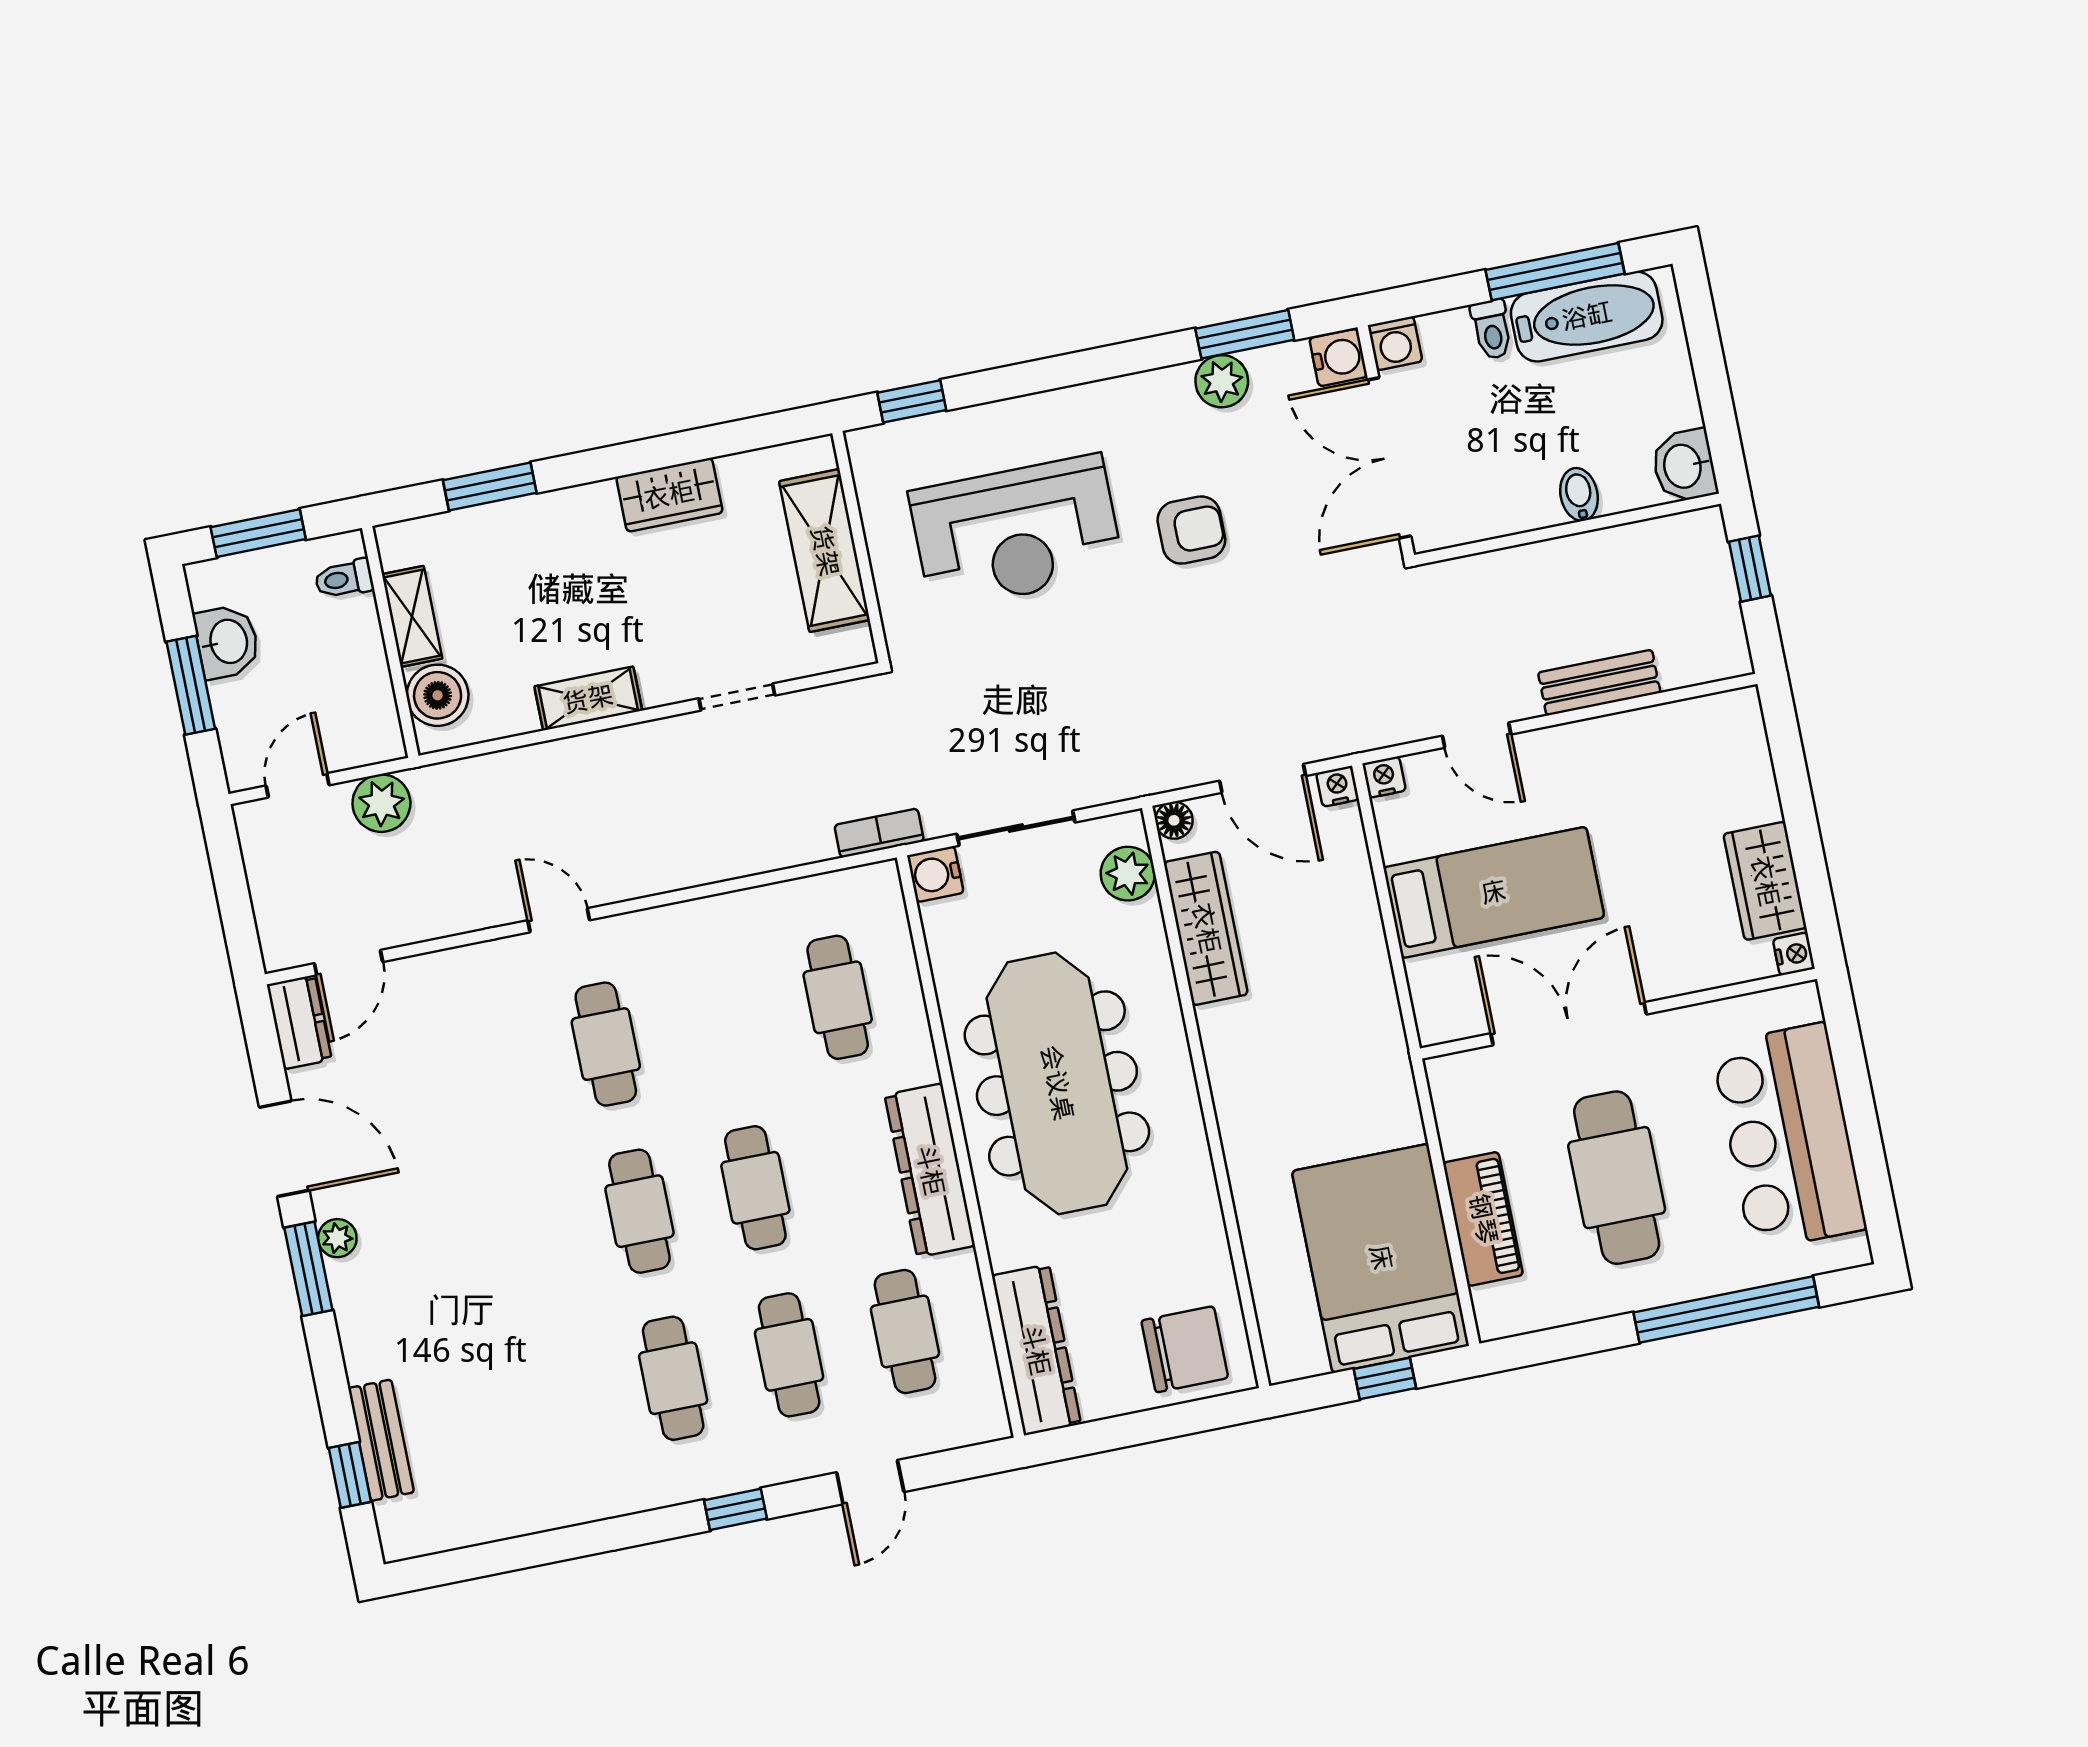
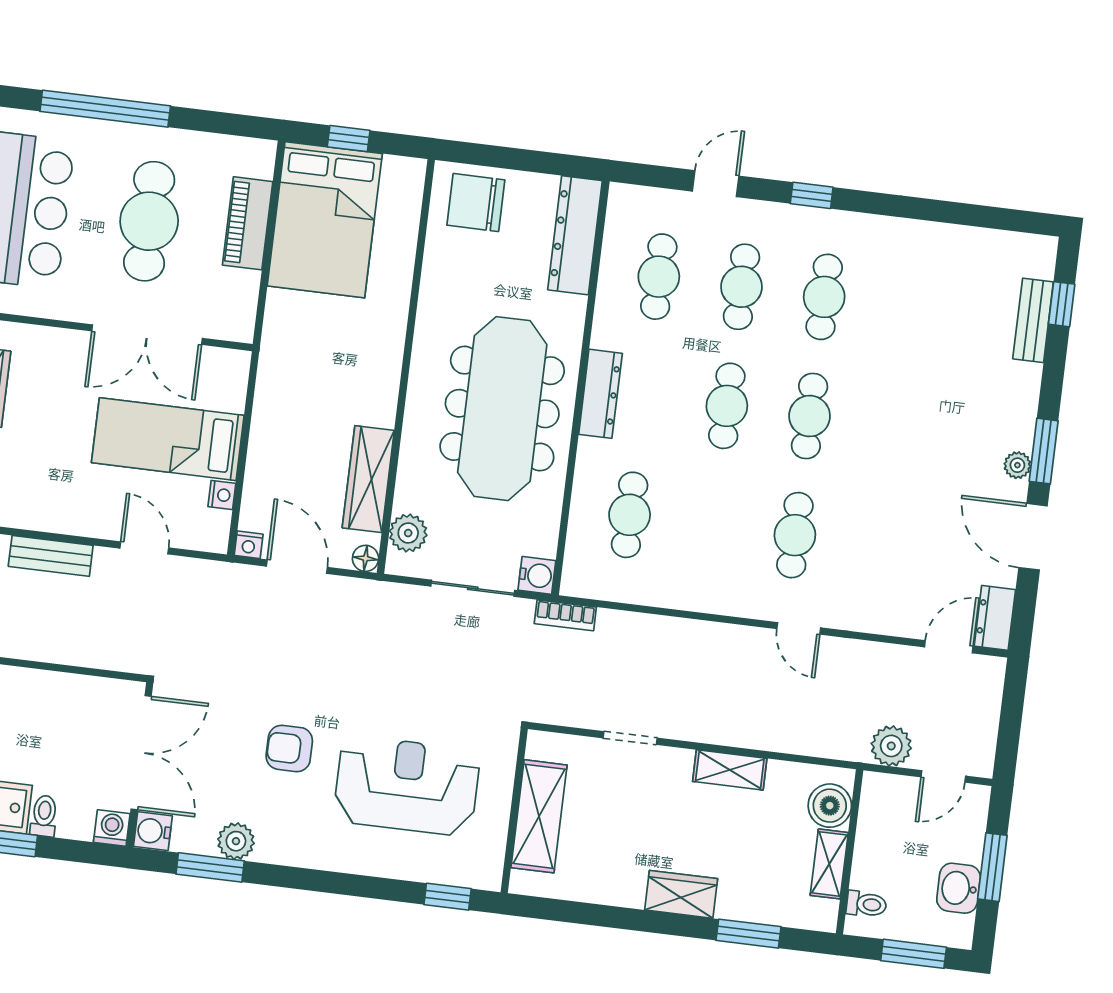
bidet: (1579, 494) -> (22, 686), removed
wardrobe: (669, 495) -> (681, 894), moved
nightstand: (1384, 777) -> (222, 495), moved, turned -90
dresser: (930, 1170) -> (600, 394), width x0.73, depth x0.80

